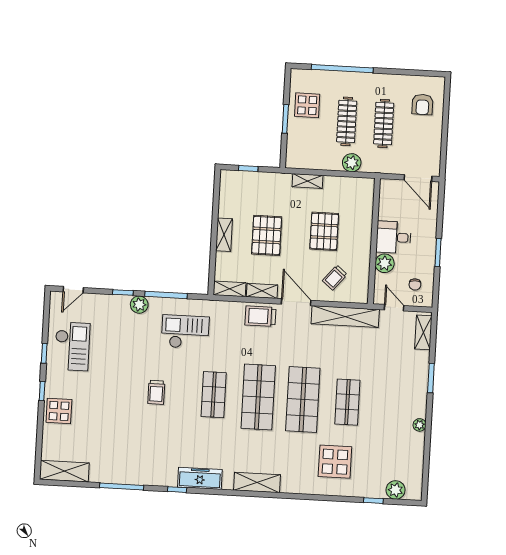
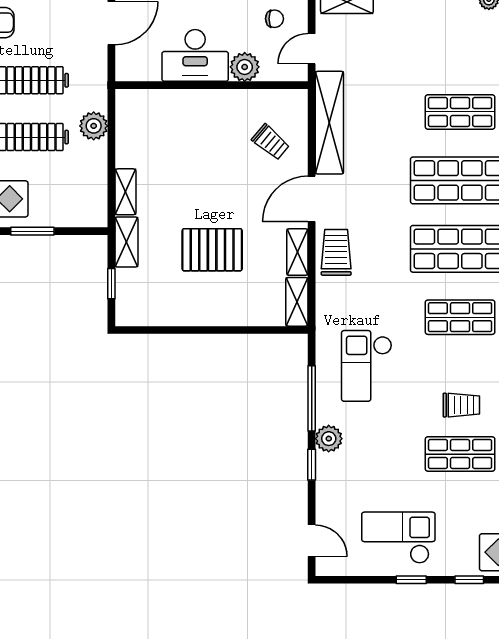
pallet: (324, 231) -> (201, 162), removed
shelving: (224, 235) -> (126, 242), moved, turned 90
desk: (394, 237) -> (195, 55), width x1.37
trolley: (260, 316) -> (336, 252), turned 180
shop shelf: (124, 390) -> (460, 454), added

